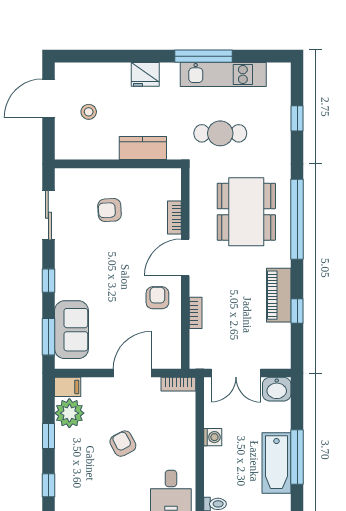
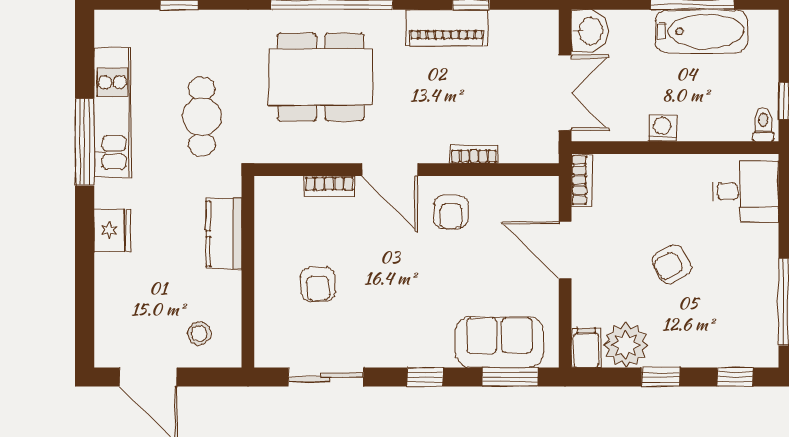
stool: (89, 112) -> (199, 333), moved
armchair: (157, 298) -> (451, 212), turned -90

